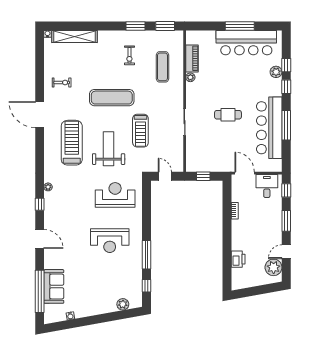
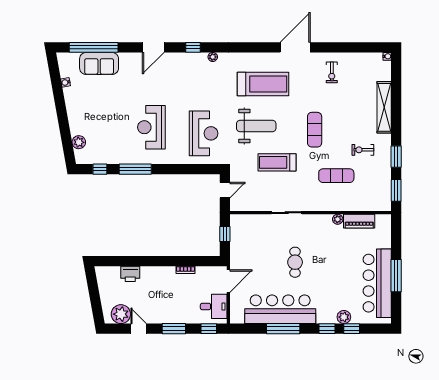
shelving: (75, 37) -> (384, 107), moved
exercise mat: (162, 67) -> (336, 176), moved
exercise mat: (112, 98) -> (315, 130), width x0.73, depth x0.69

